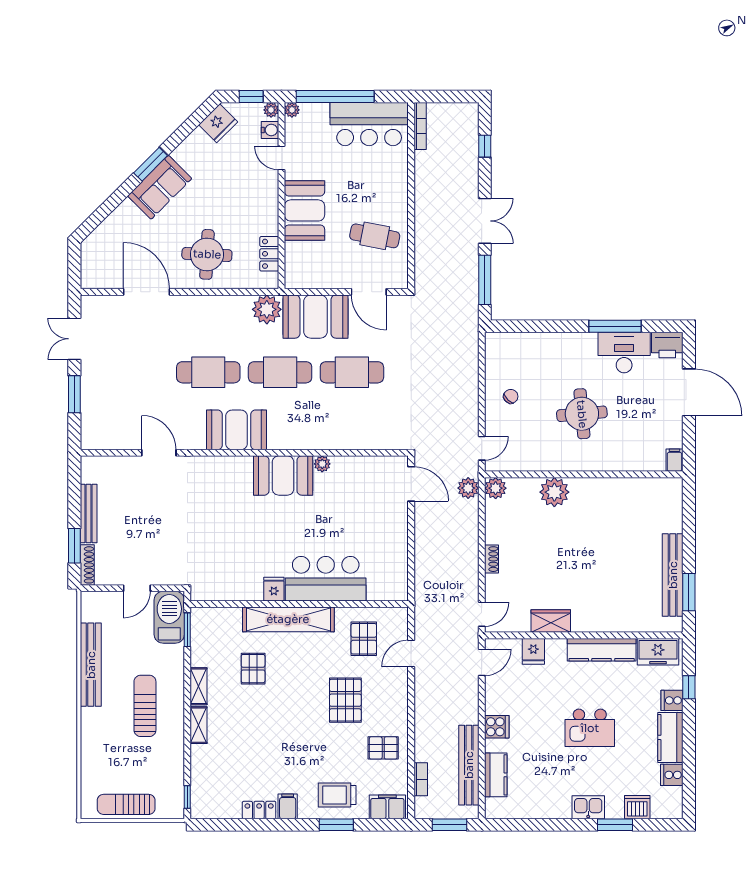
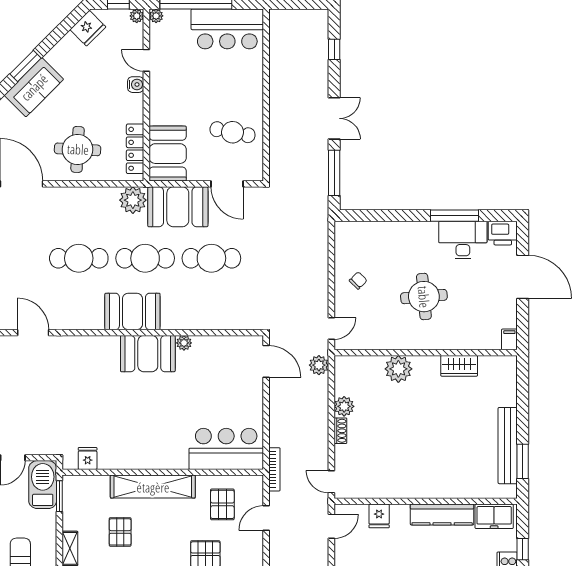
bookcase: (420, 126) -> (274, 469), moved
water cooler: (270, 130) -> (136, 85), moved
booth: (304, 210) -> (168, 154), moved
locker: (269, 254) -> (135, 149), width x1.53
booth: (237, 430) -> (132, 311), moved
plant: (496, 488) -> (344, 406), moved
bar counter: (326, 579) -> (226, 449), moved
fridge: (274, 589) -> (88, 458), moved
door: (482, 614) -> (331, 482), swing flipped
wardrobe: (551, 621) -> (459, 366), moved, turned 180

